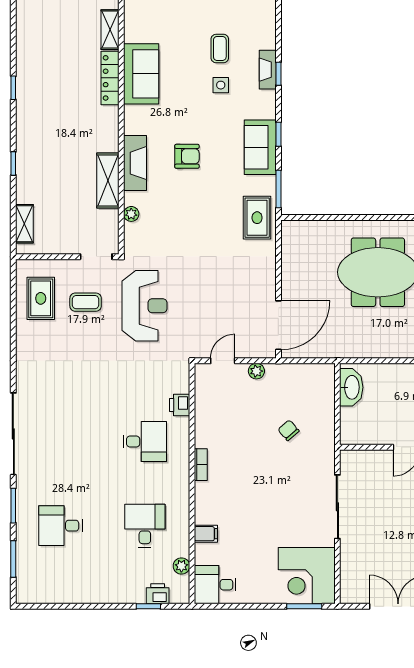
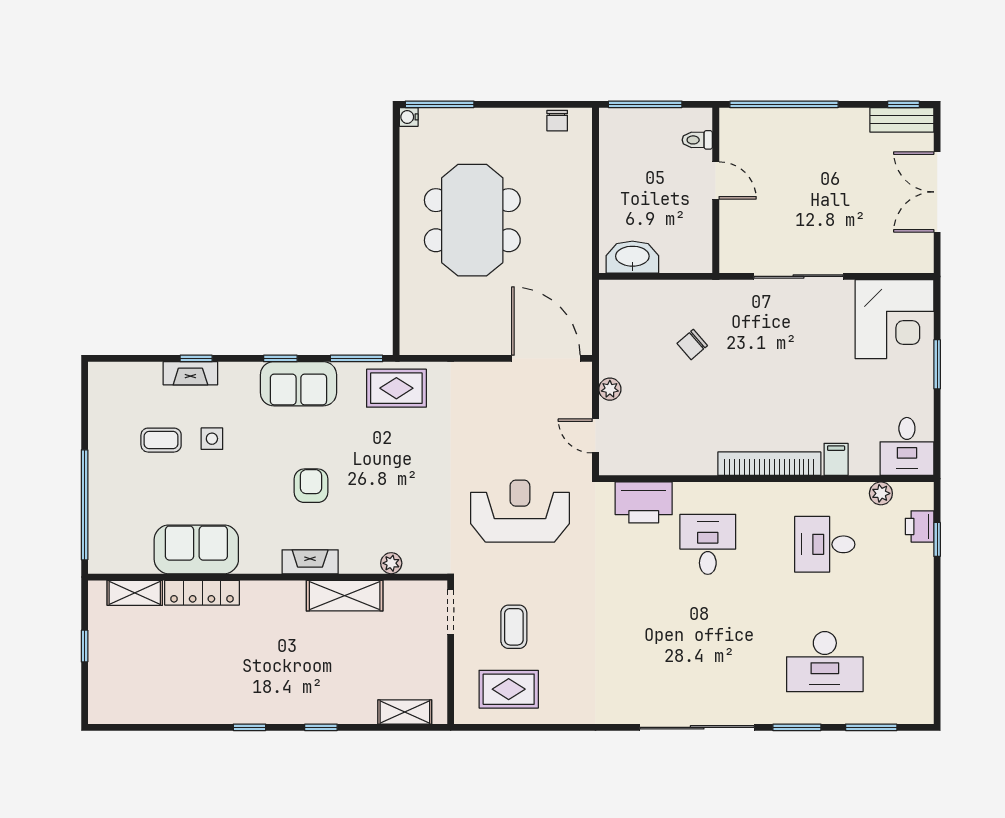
window: (13, 88) -> (250, 727), moved
fireplace: (135, 163) -> (310, 562), width x0.73, depth x0.76
reception desk: (145, 306) -> (520, 511), moved
printer: (180, 405) -> (644, 502), width x1.87, depth x1.48
bookcase: (201, 465) -> (769, 464), width x2.31, depth x1.31
desk: (60, 526) -> (825, 662), width x1.37
window: (304, 606) -> (937, 364), moved

